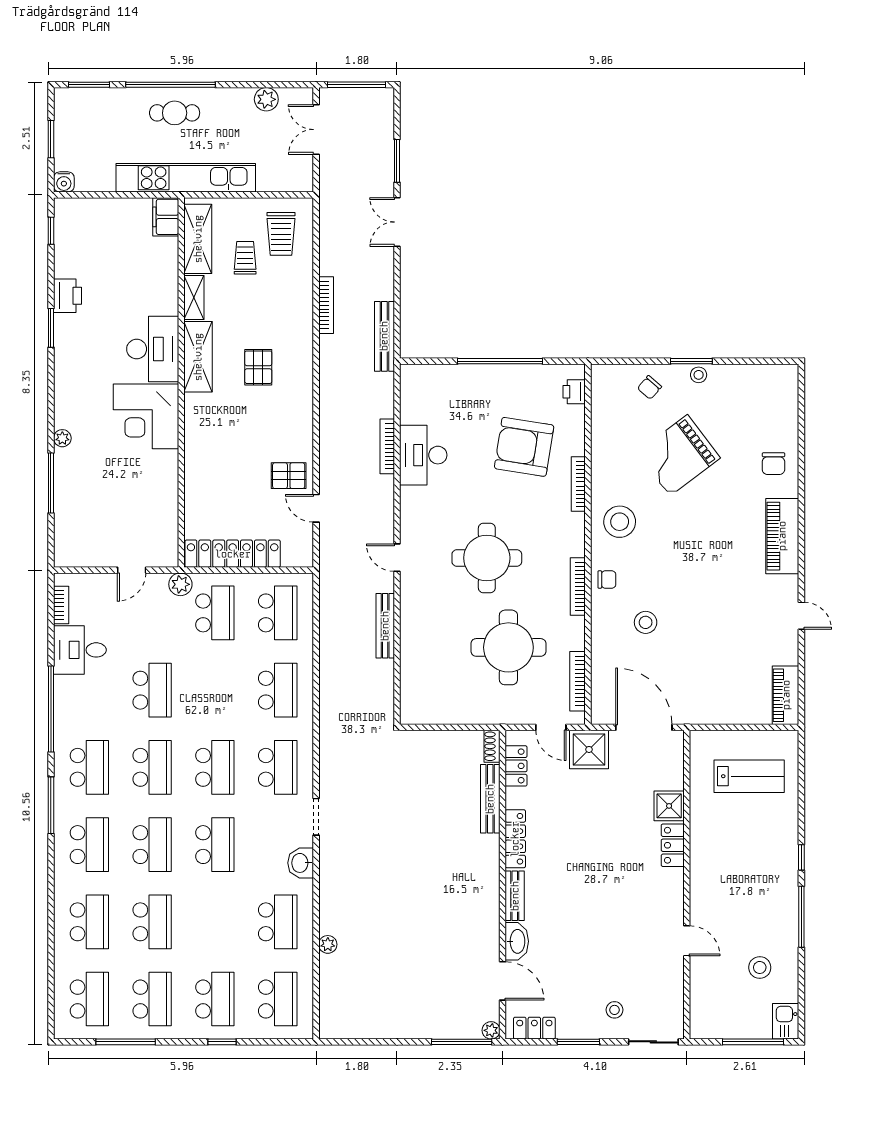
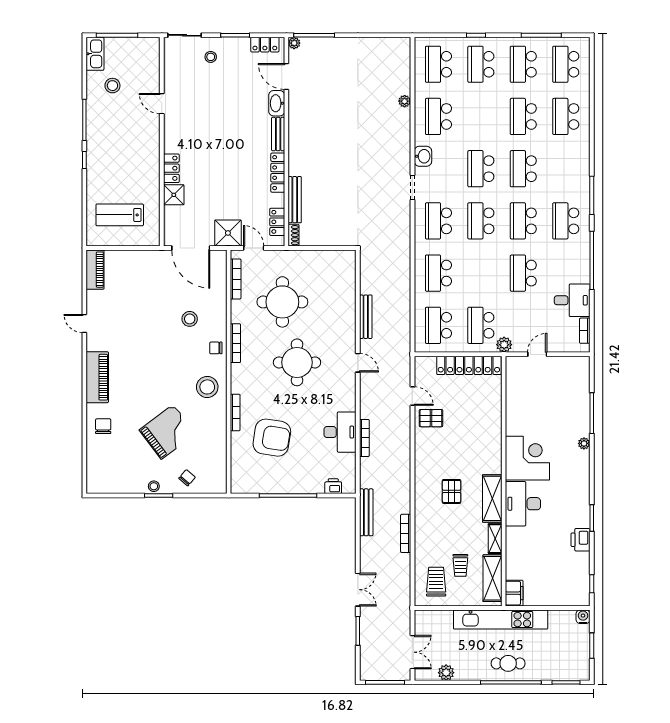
printer: (574, 392) -> (333, 486), moved, turned -90
school desk: (89, 845) -> (566, 169), removed
kitchen sink: (786, 1021) -> (95, 54), width x1.38

